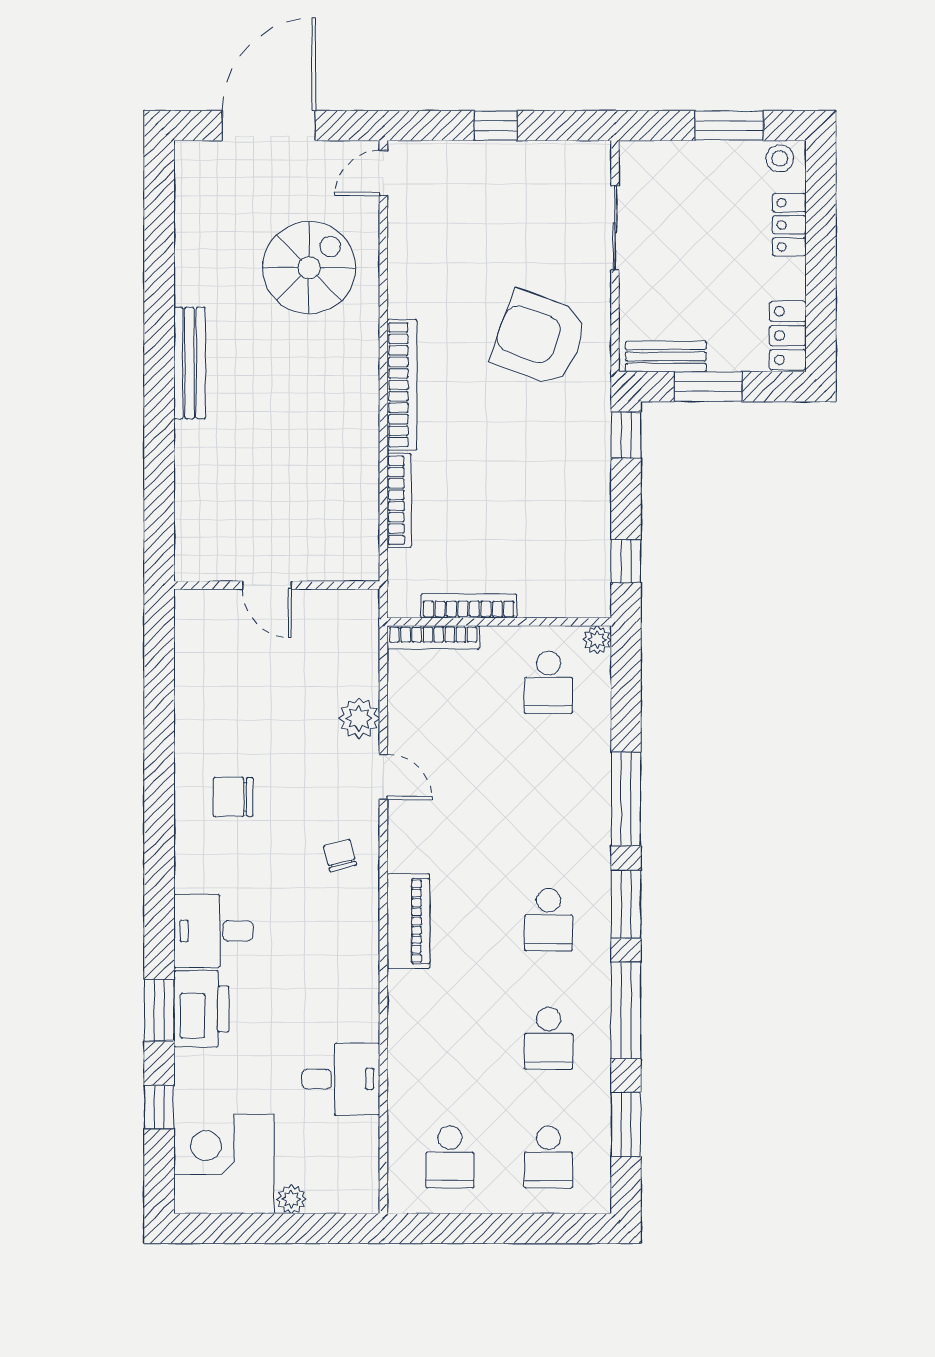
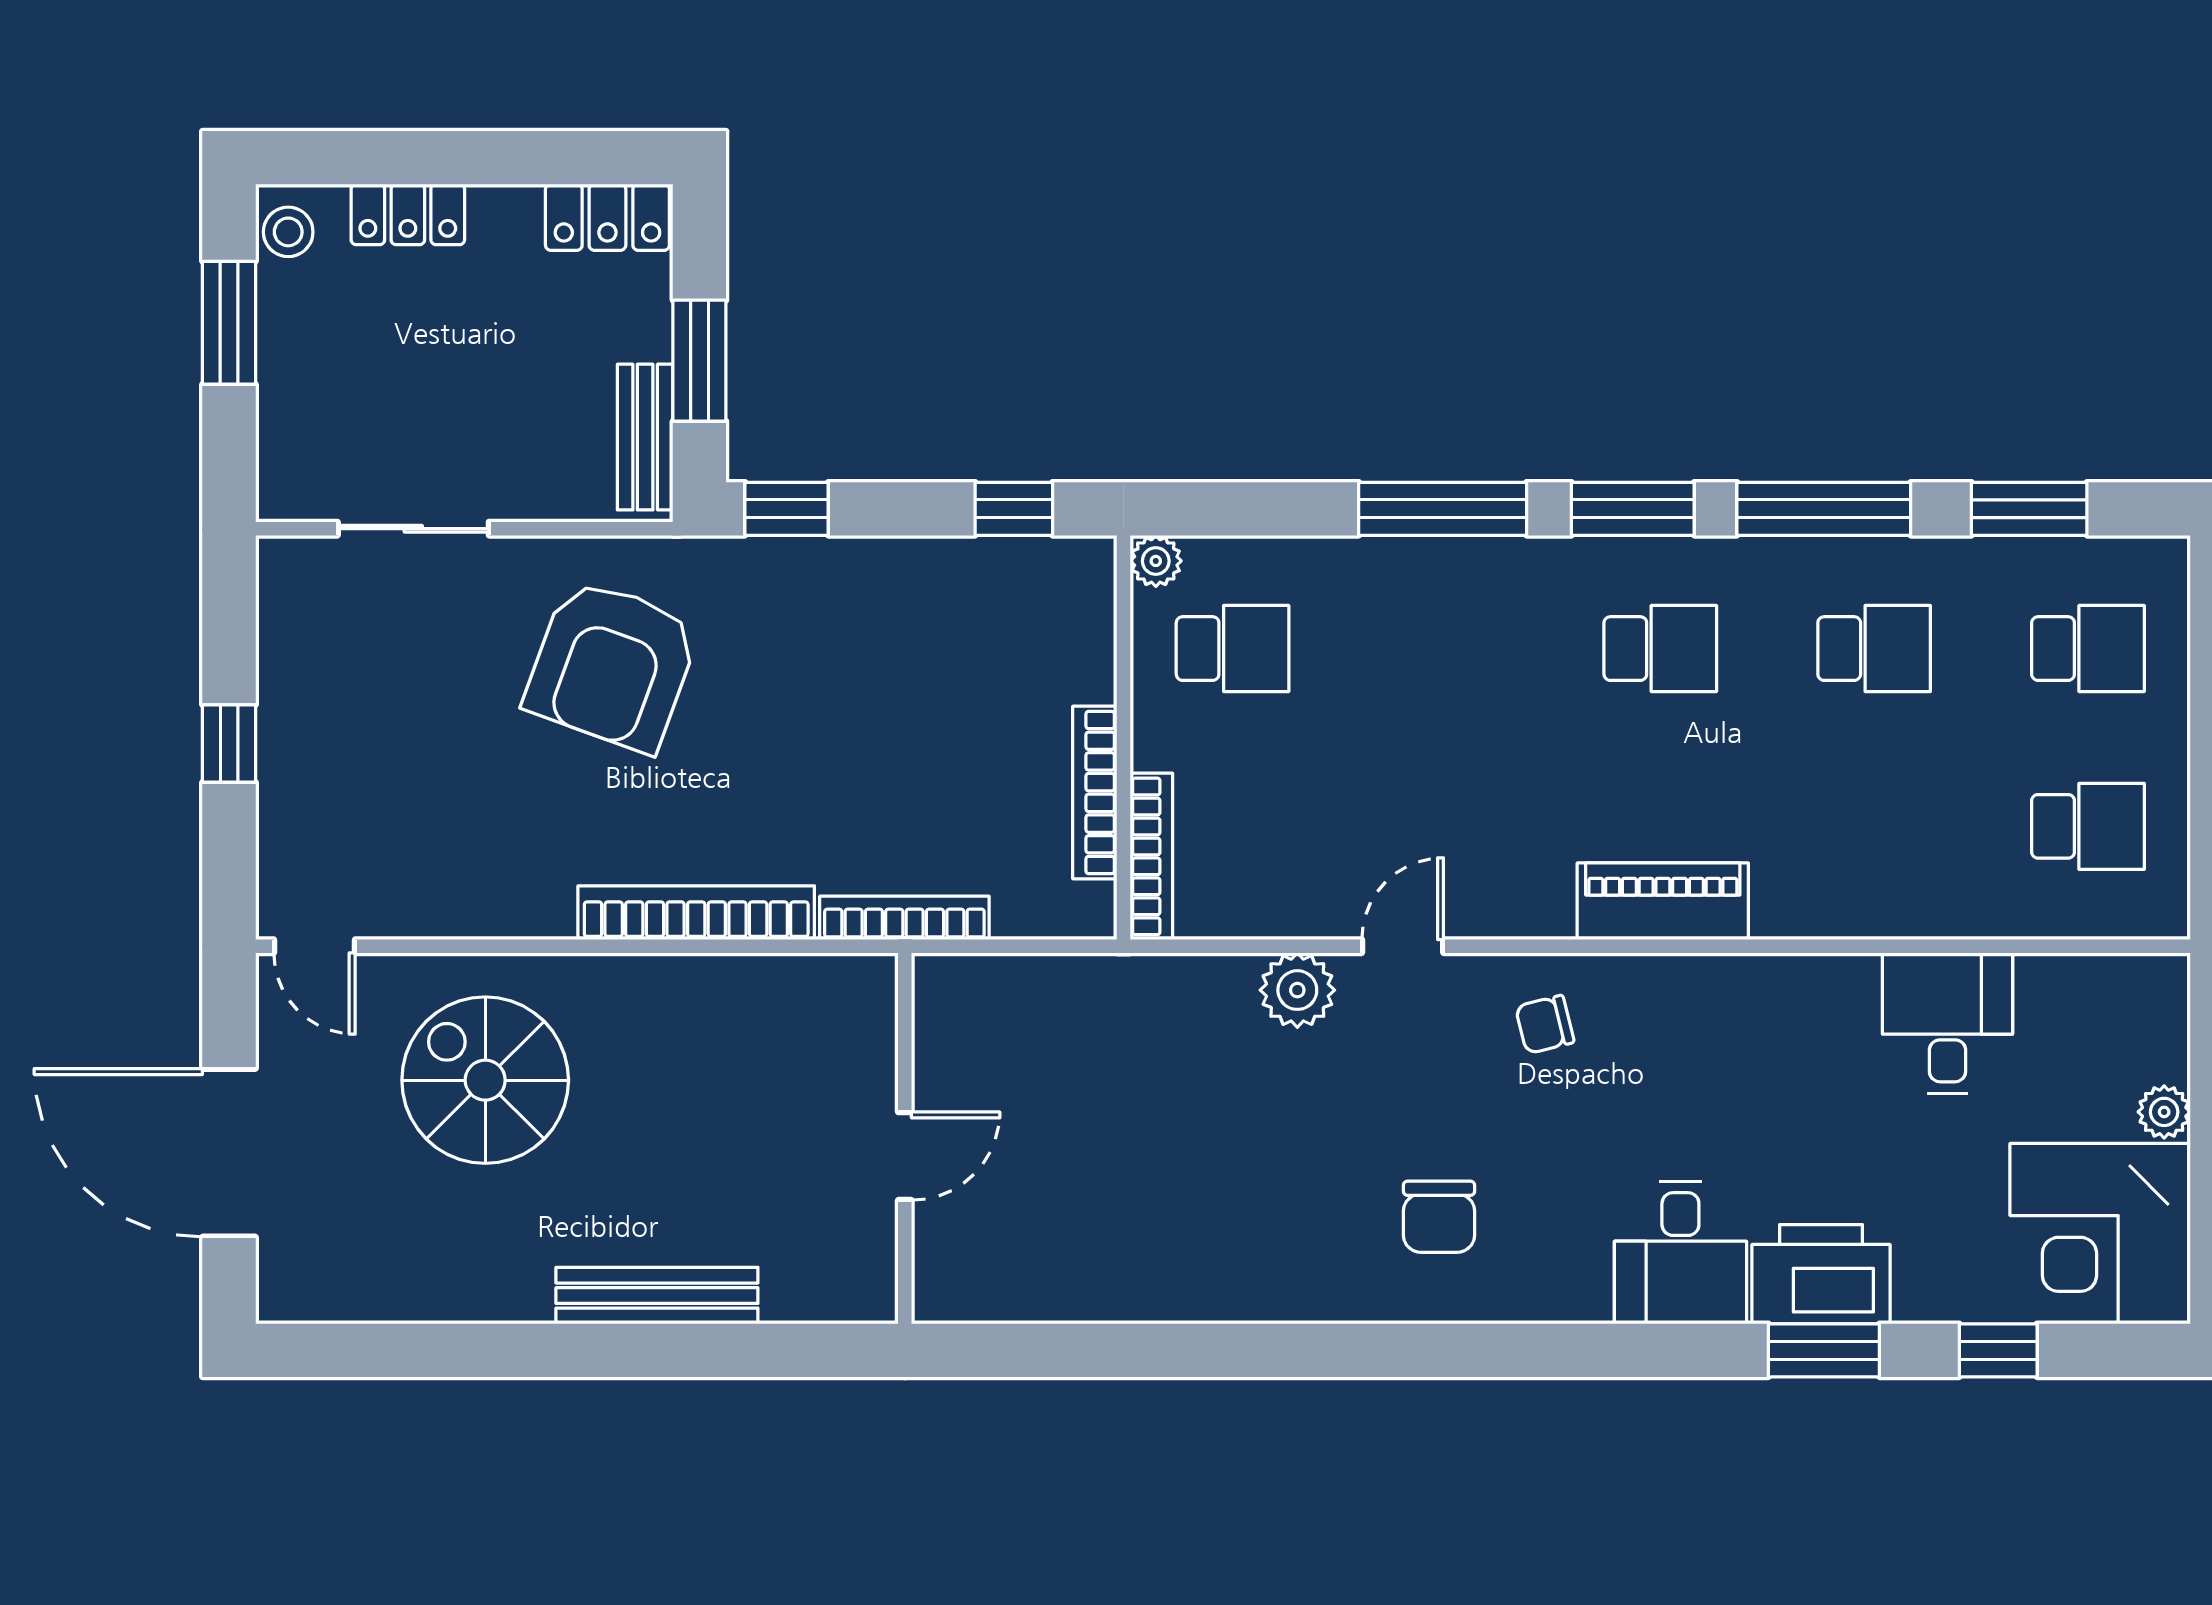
door: (267, 585) -> (905, 1156), moved
wall: (277, 585) -> (905, 1138), moved

